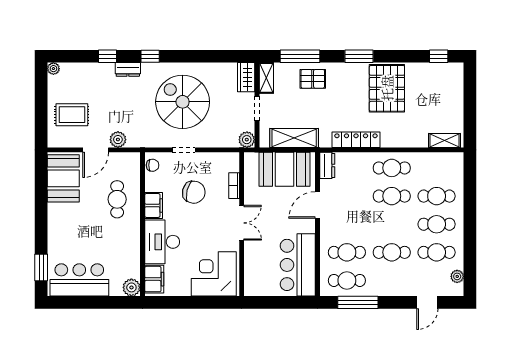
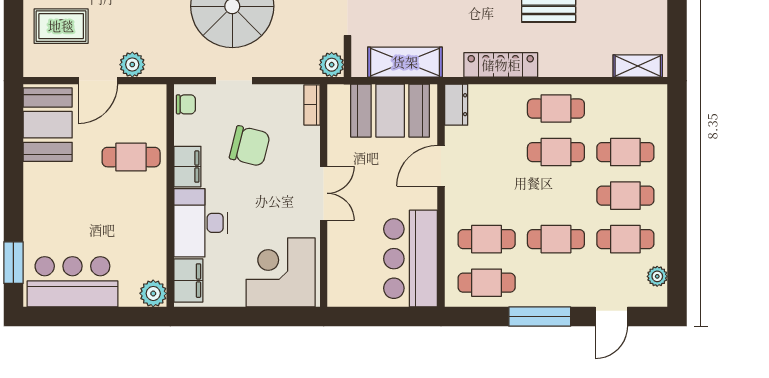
bookcase: (234, 186) -> (312, 105), moved
cafe table: (117, 199) -> (131, 157), turned 90
window: (358, 302) -> (540, 317), moved

